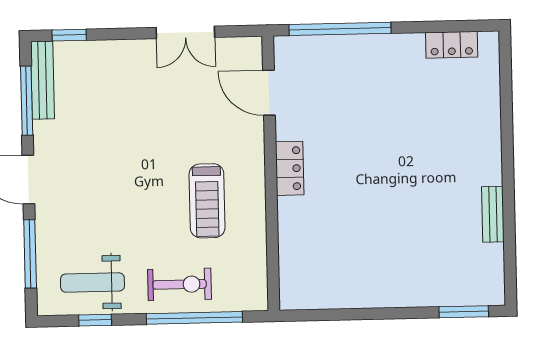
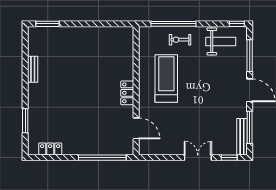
double door: (185, 32) -> (198, 158), moved
window: (506, 104) -> (25, 121), added
treadmill: (207, 201) -> (166, 79), width x1.37, depth x1.38
exercise bike: (180, 284) -> (180, 40), width x0.73, depth x0.72
window: (95, 320) -> (237, 24), moved

